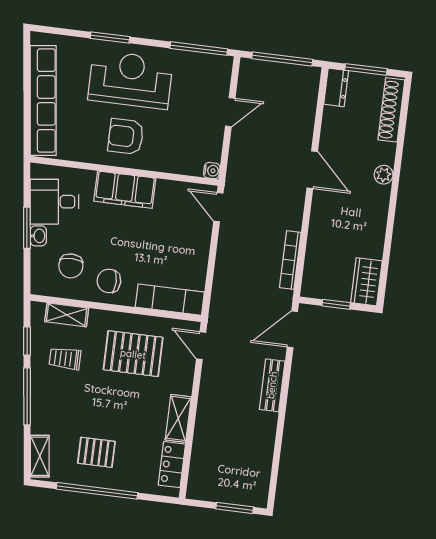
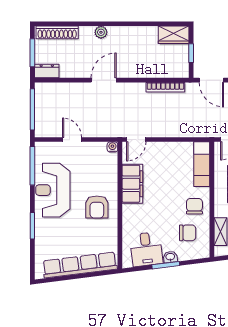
reception desk: (130, 80) -> (53, 190), moved
filing cabinet: (125, 190) -> (132, 184), moved
chair: (109, 281) -> (194, 206), turned 180

